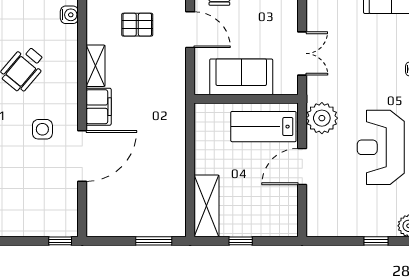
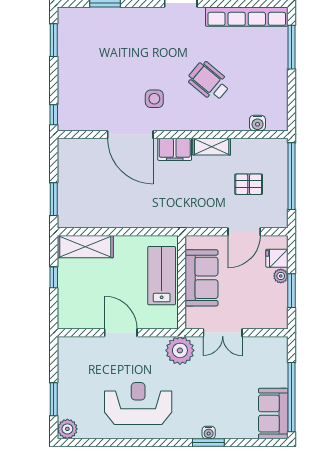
pallet: (137, 25) -> (249, 184), turned 90
plant: (322, 118) -> (180, 350), moved
lab bench: (263, 127) -> (162, 276), moved
window: (376, 241) -> (54, 399), width x1.50

